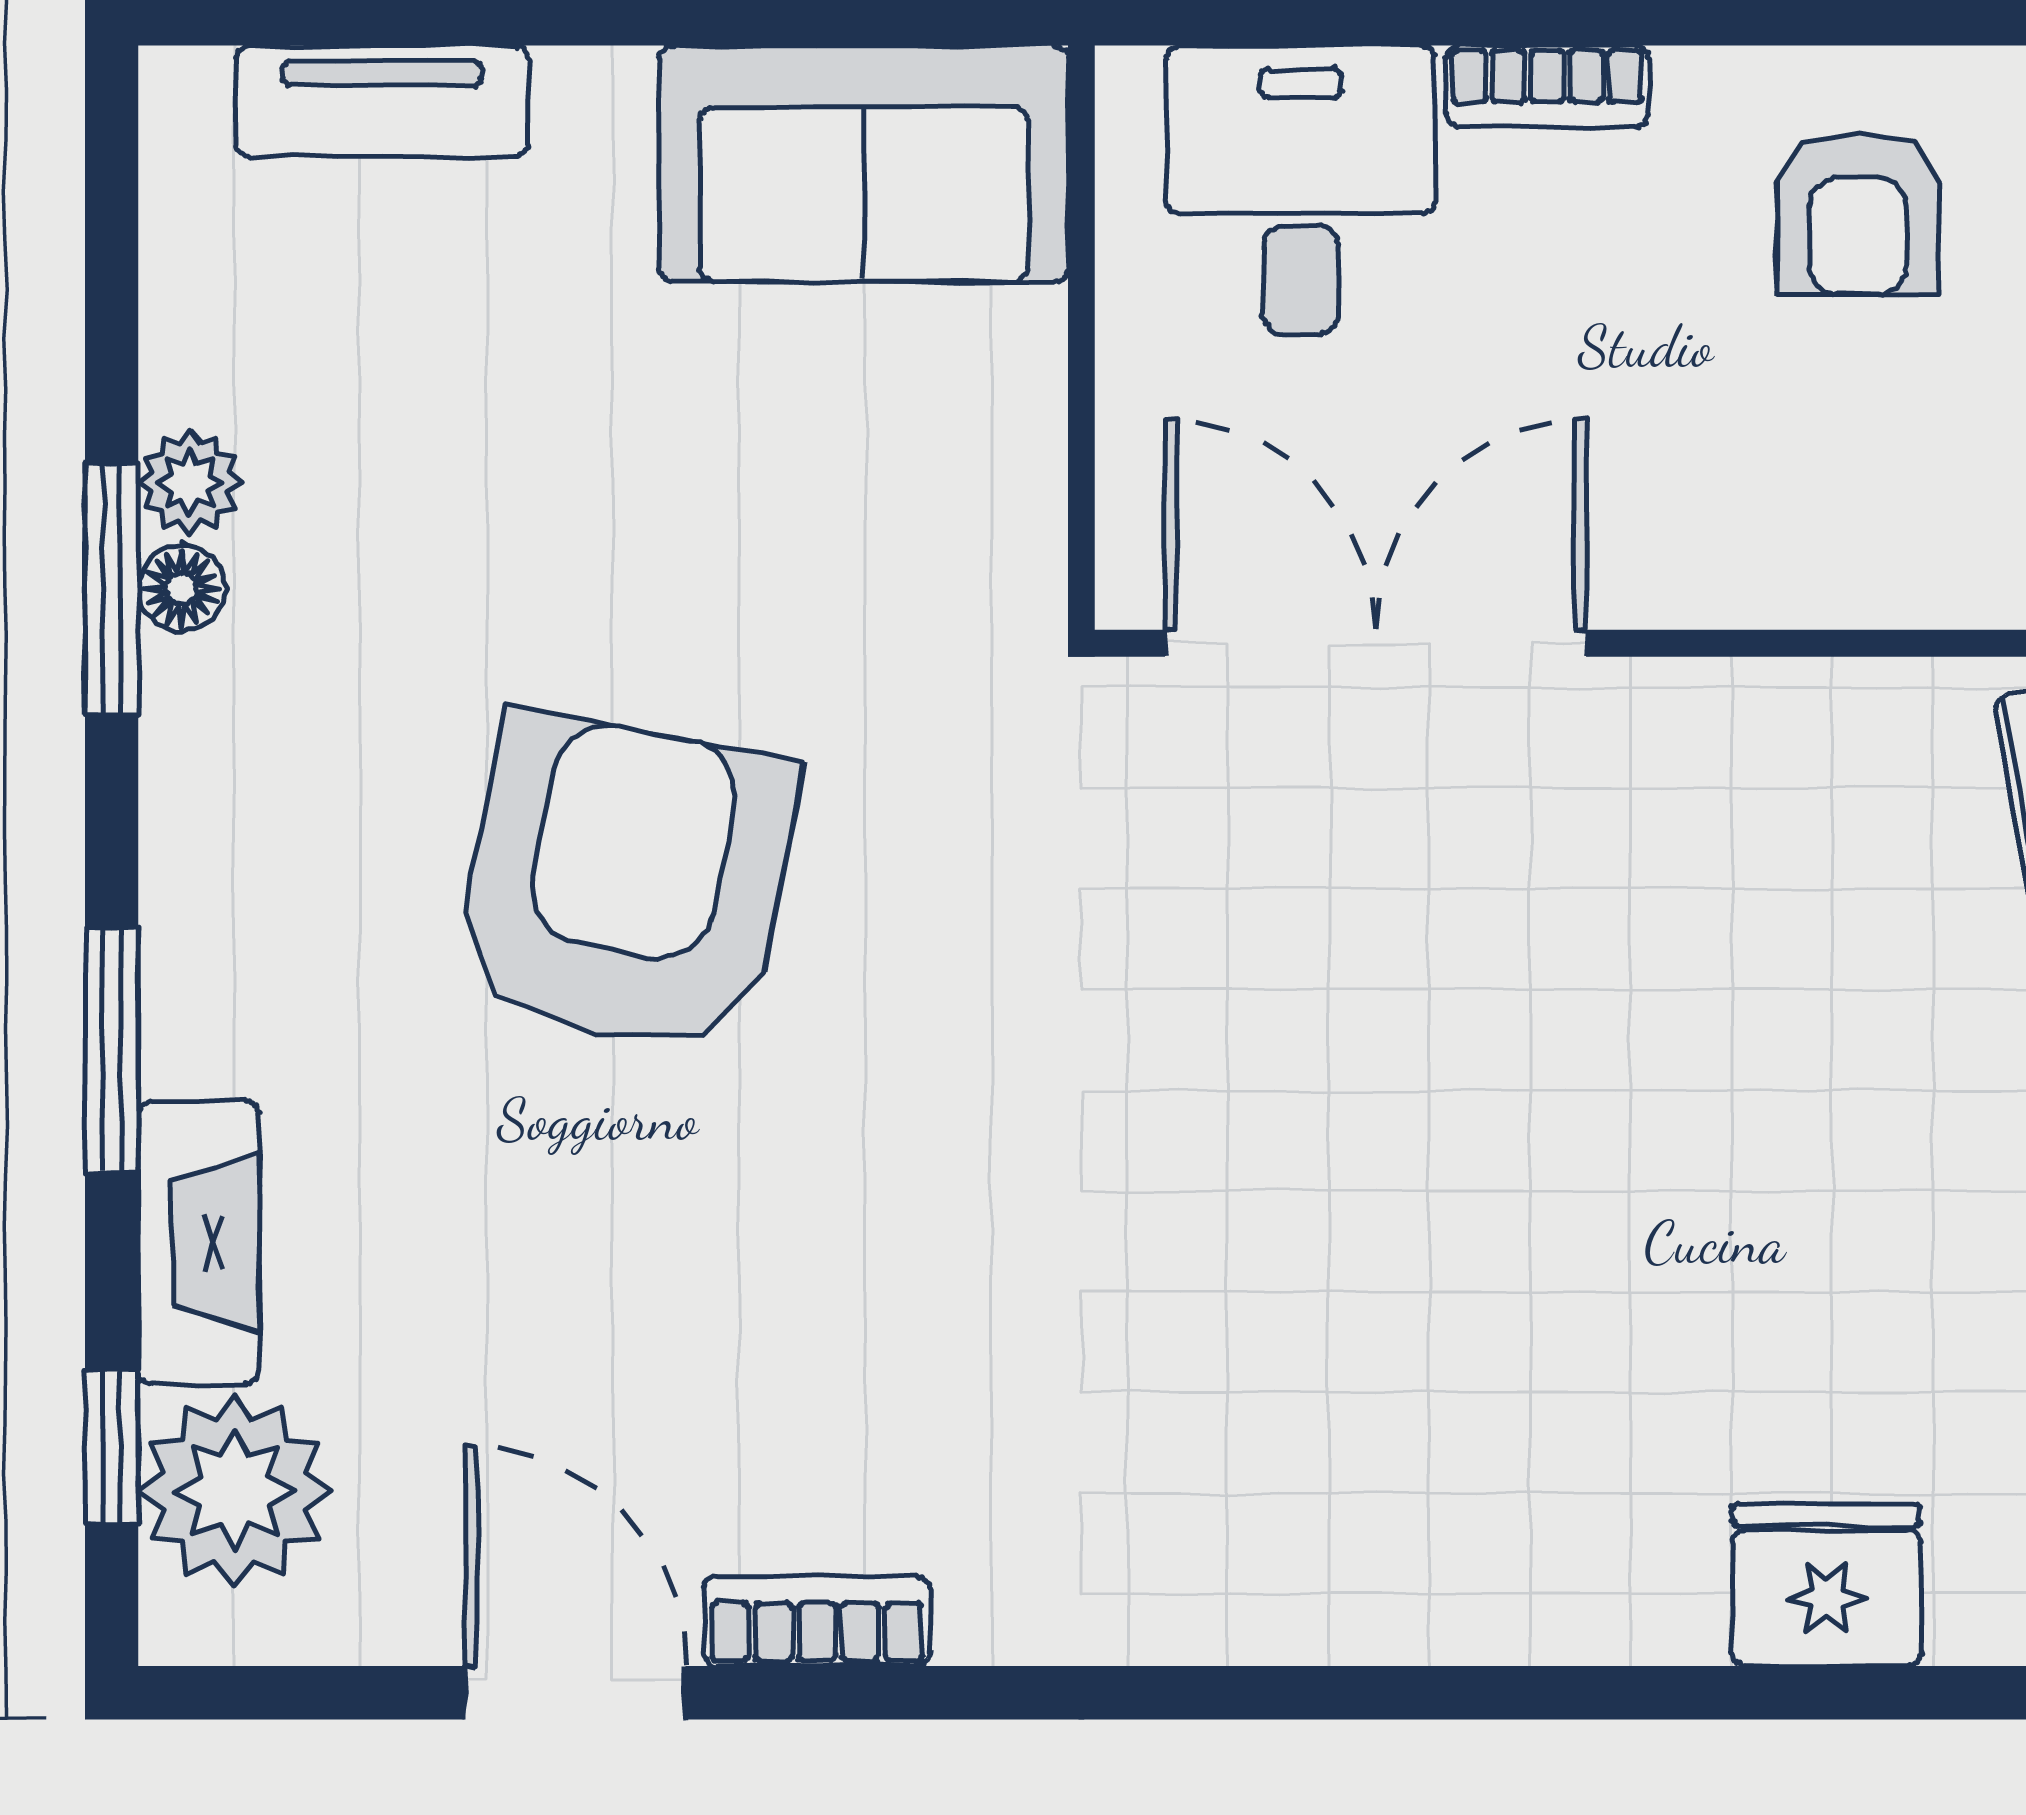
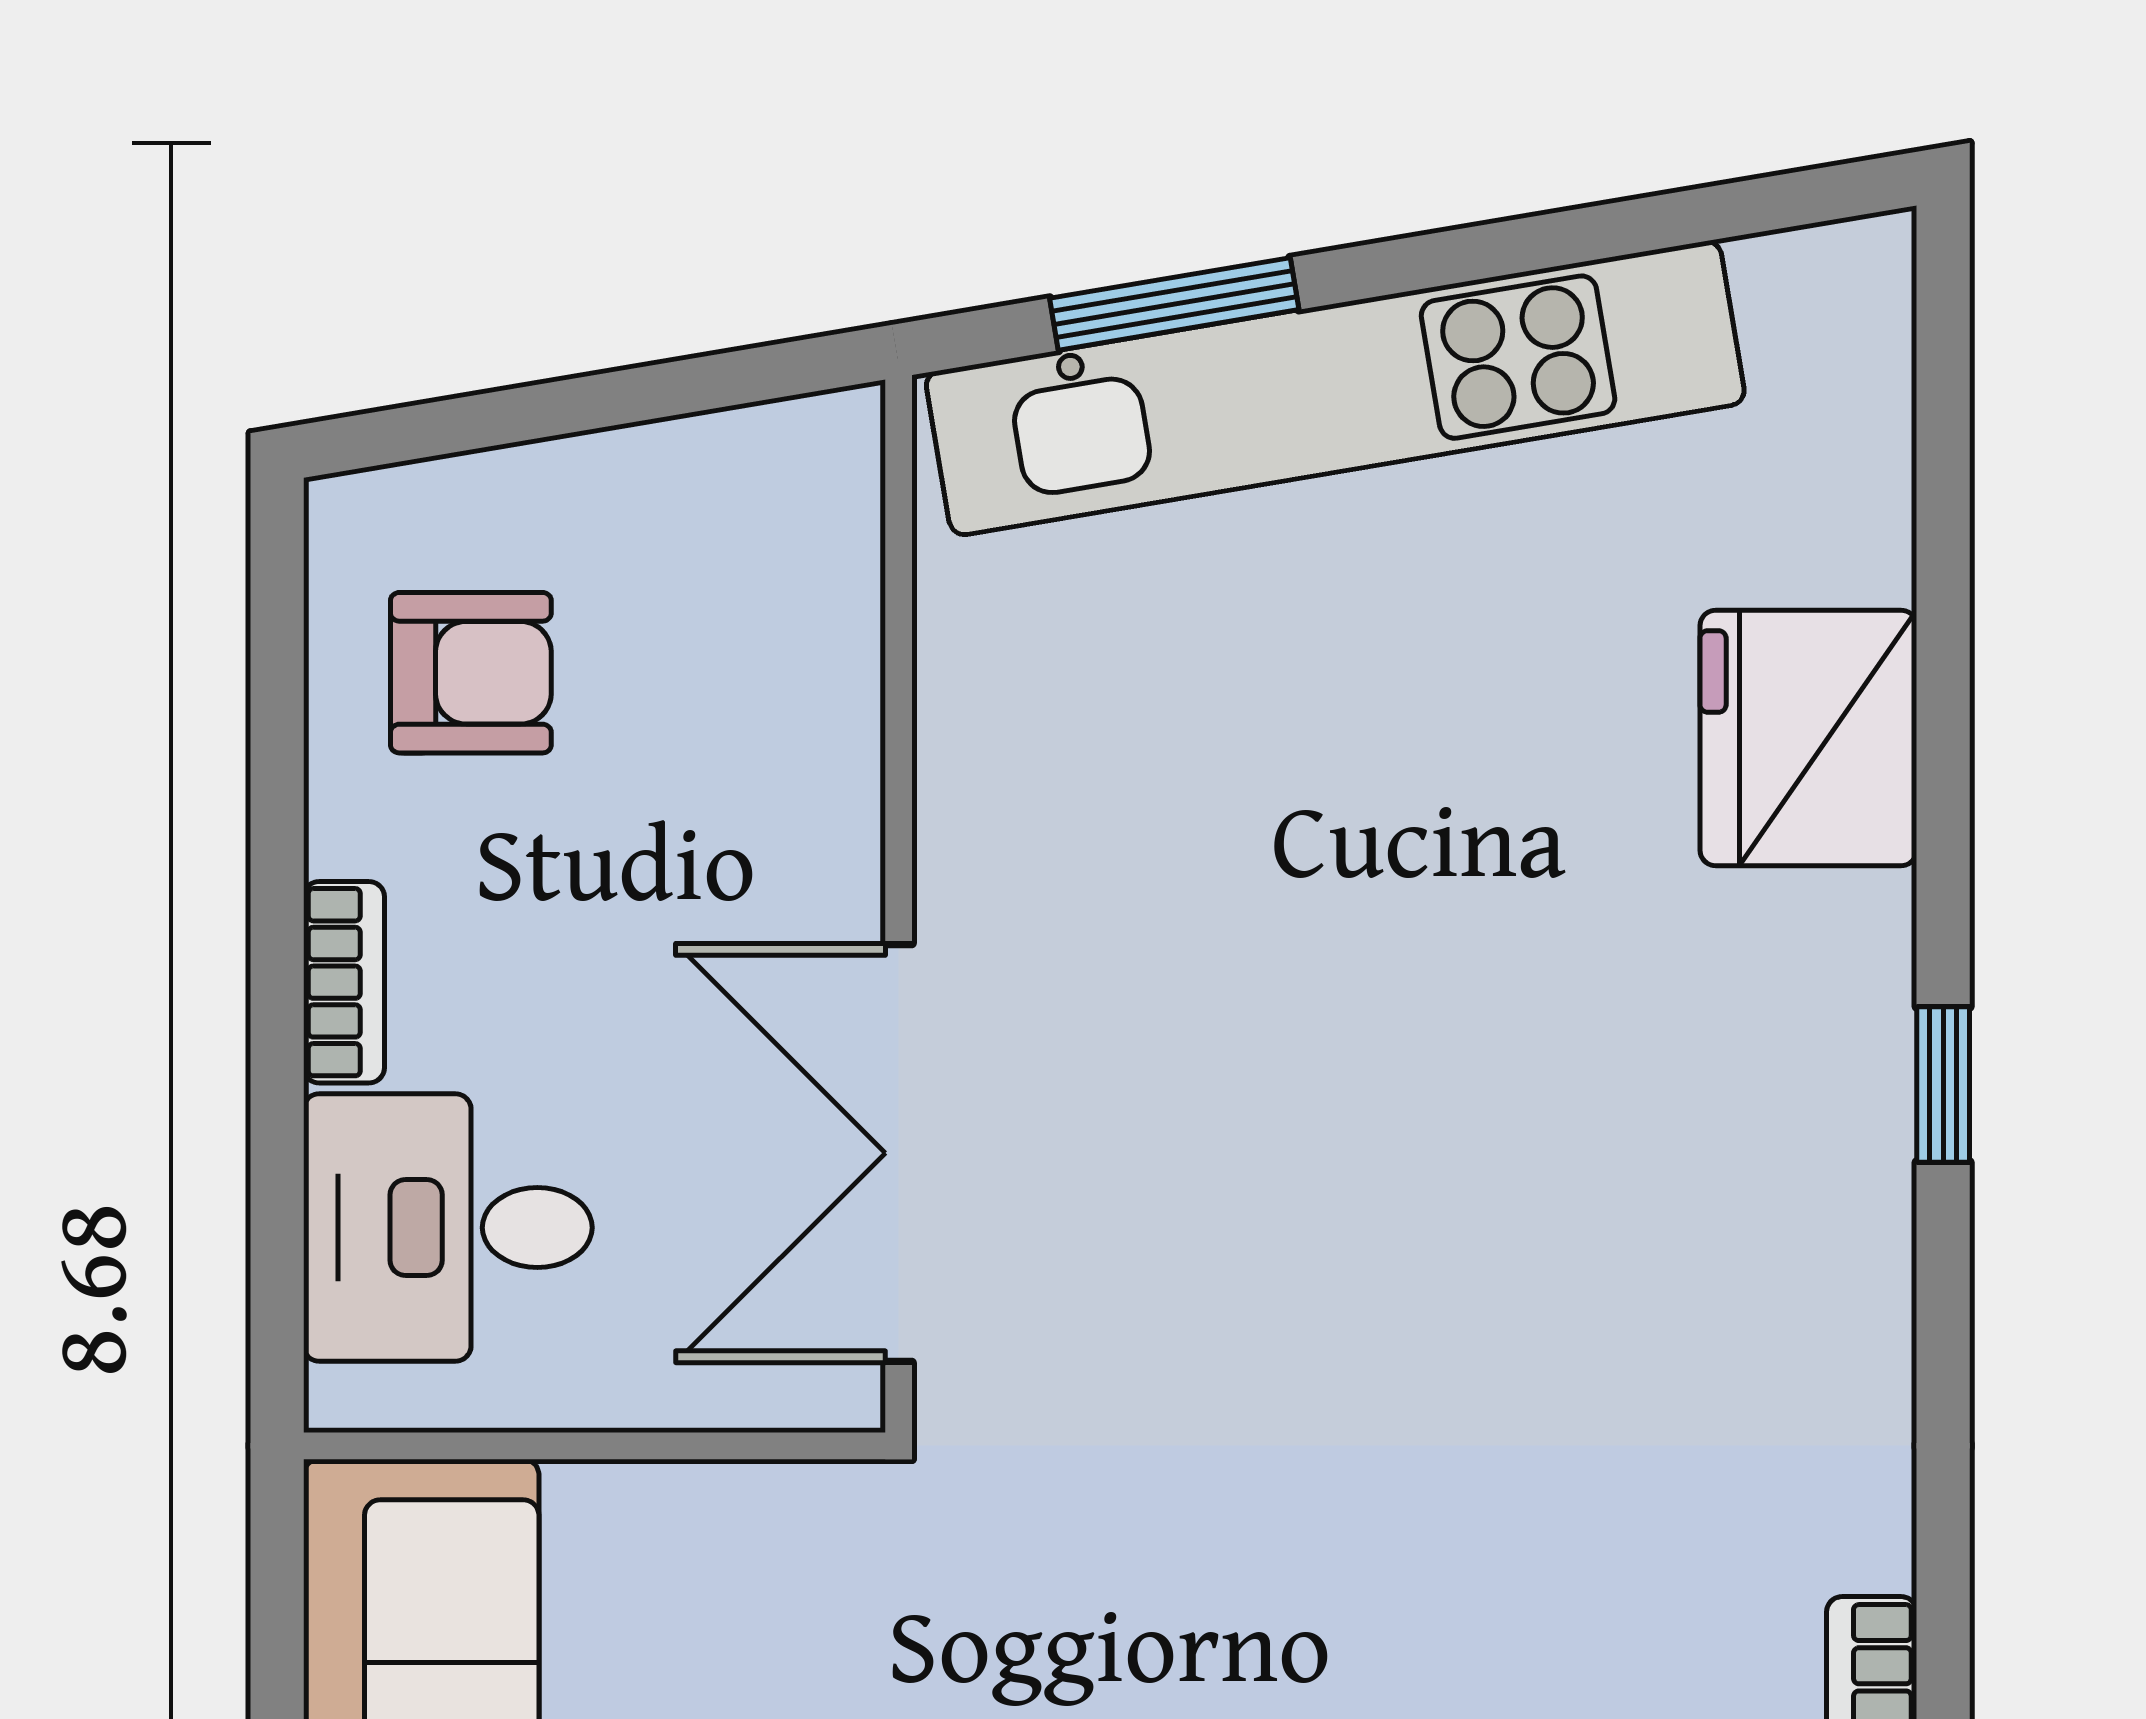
fridge: (1827, 1585) -> (1808, 738), width x1.36, depth x1.34
window: (1444, 1693) -> (1943, 1084), added

